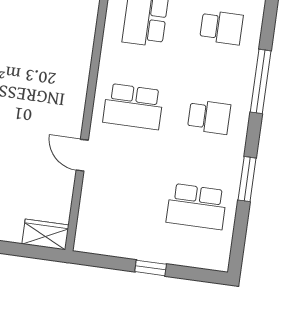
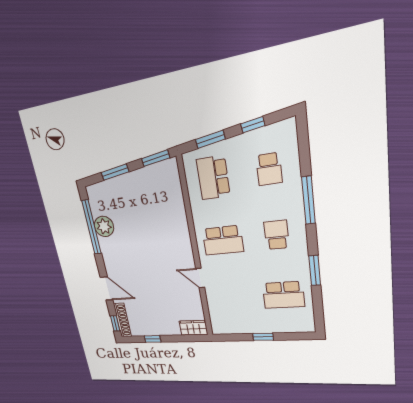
school desk: (221, 27) -> (269, 169), turned 90
school desk: (209, 117) -> (277, 235), turned -90

